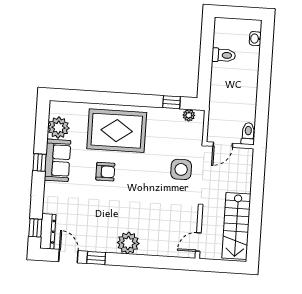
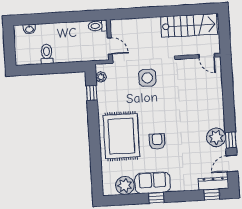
toilet: (248, 134) -> (98, 26), moved
door: (223, 145) -> (110, 46), moved
wall: (230, 145) -> (109, 40), moved
plant: (128, 243) -> (216, 137), moved

